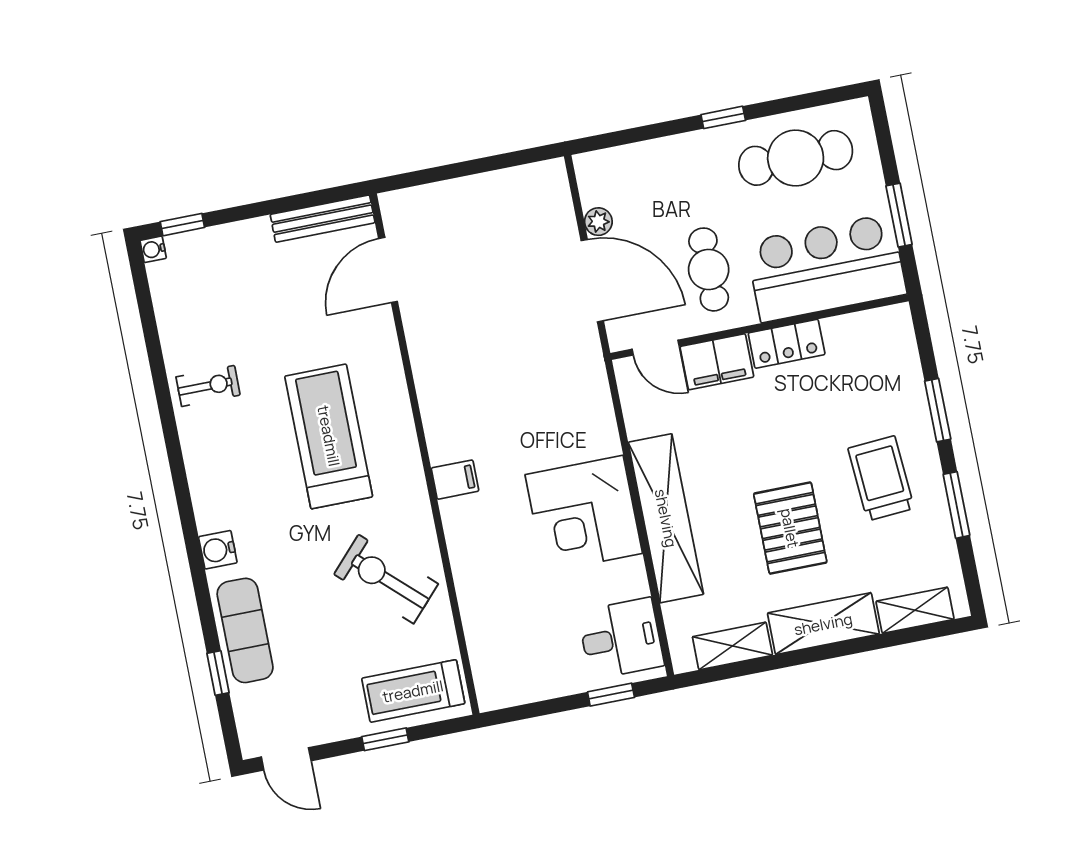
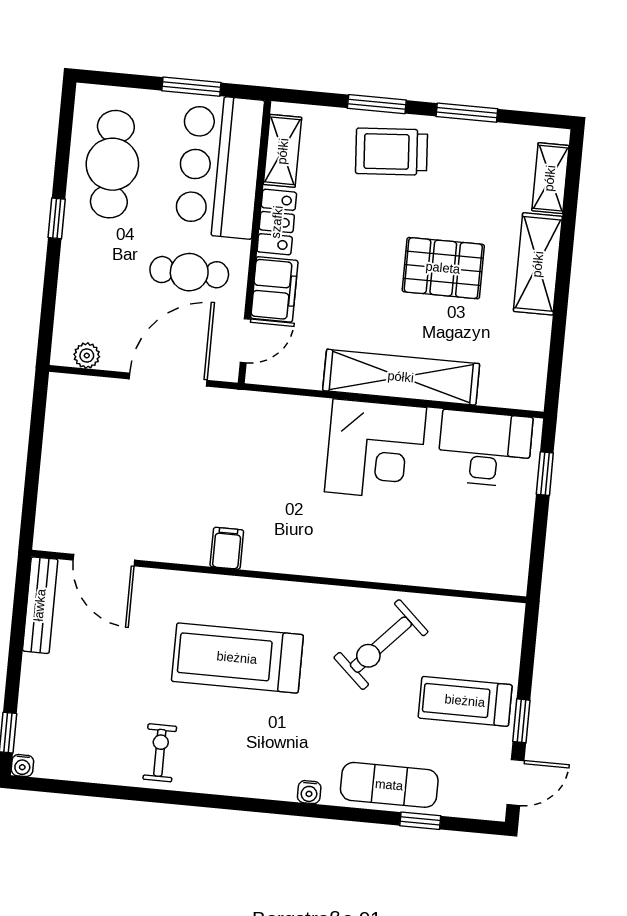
plant: (598, 222) -> (87, 356), moved
trolley: (881, 478) -> (391, 152), moved
filing cabinet: (455, 480) -> (227, 548), moved
water cooler: (218, 550) -> (309, 792), width x0.72, depth x0.72
desk: (621, 638) -> (485, 449), width x1.37
shelving: (732, 646) -> (283, 151), moved
treadmill: (413, 691) -> (465, 701), moved, turned 90
window: (385, 739) -> (521, 721), moved

